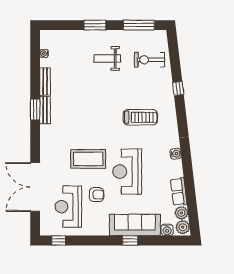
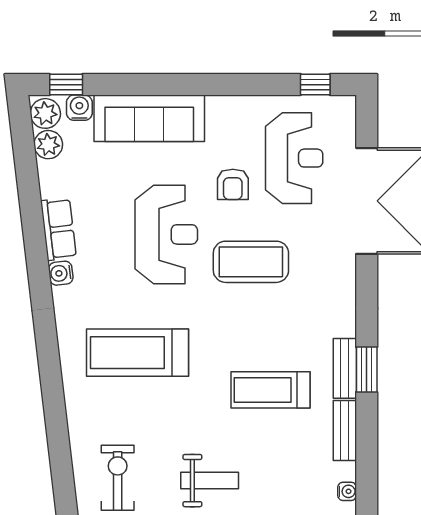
exercise bike: (149, 60) -> (118, 478), turned -90
window: (178, 88) -> (55, 415), removed
treadmill: (79, 100) -> (271, 390), added
treadmill: (140, 117) -> (138, 353), width x1.37, depth x1.38
row of seats: (179, 192) -> (58, 229), moved
armchair: (97, 195) -> (233, 184), turned -90
window: (130, 240) -> (66, 85), moved

